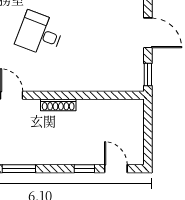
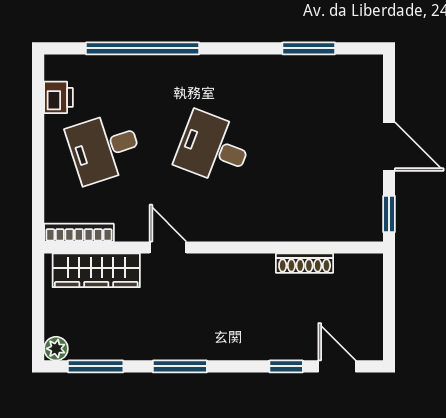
shoe rack: (58, 105) -> (305, 263), moved

